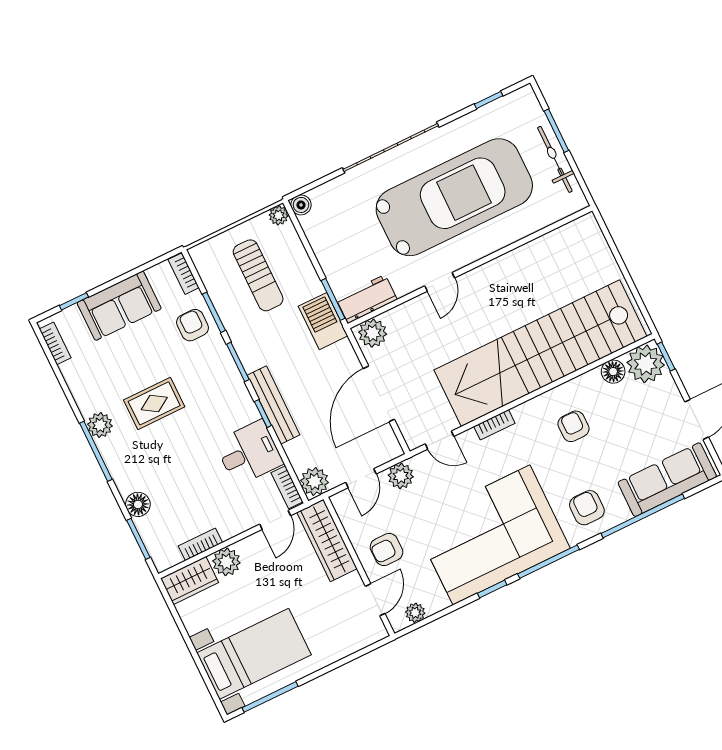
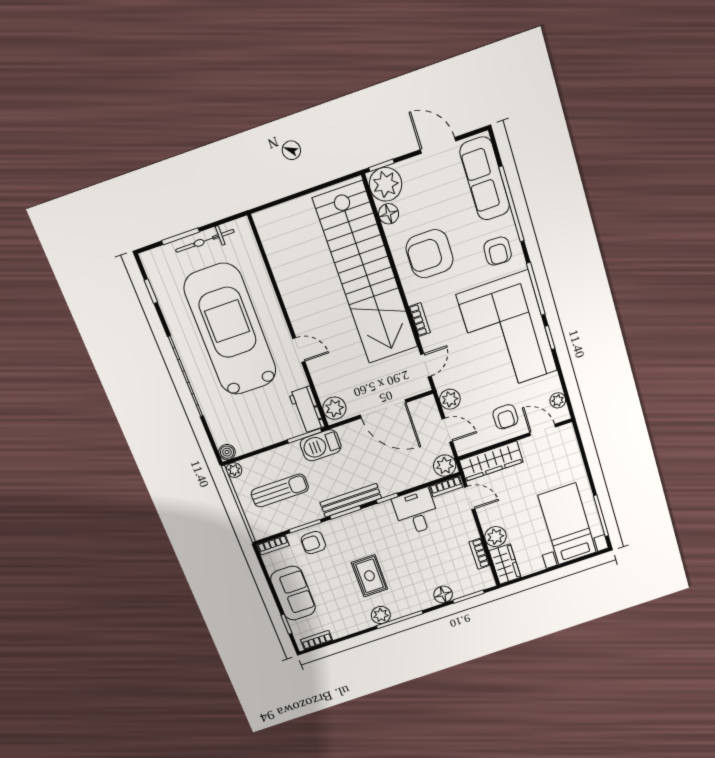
bench: (273, 405) -> (351, 500), moved
armchair: (574, 426) -> (430, 254), width x1.88, depth x1.88
armchair: (587, 508) -> (498, 251), turned -87

